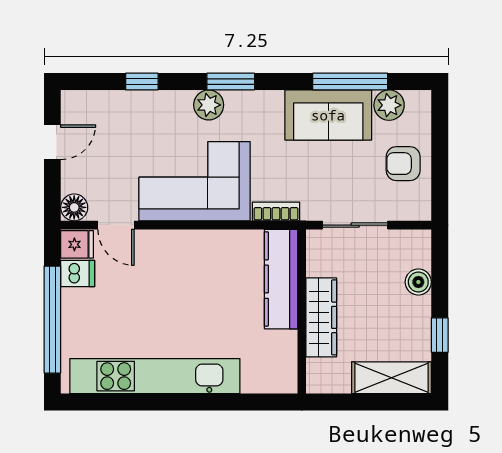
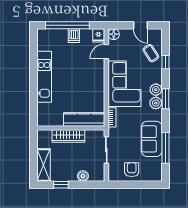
plant: (389, 105) -> (156, 103), moved
coffee table: (120, 117) -> (151, 53), added
dishwasher: (78, 273) -> (74, 36), moved
kitchen unit: (155, 376) -> (44, 77), width x0.73

